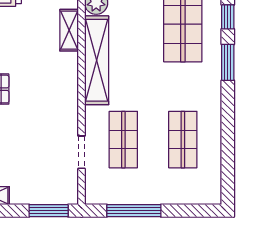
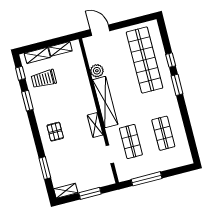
shelving: (69, 30) -> (95, 125), moved
window: (49, 211) -> (90, 193), moved

